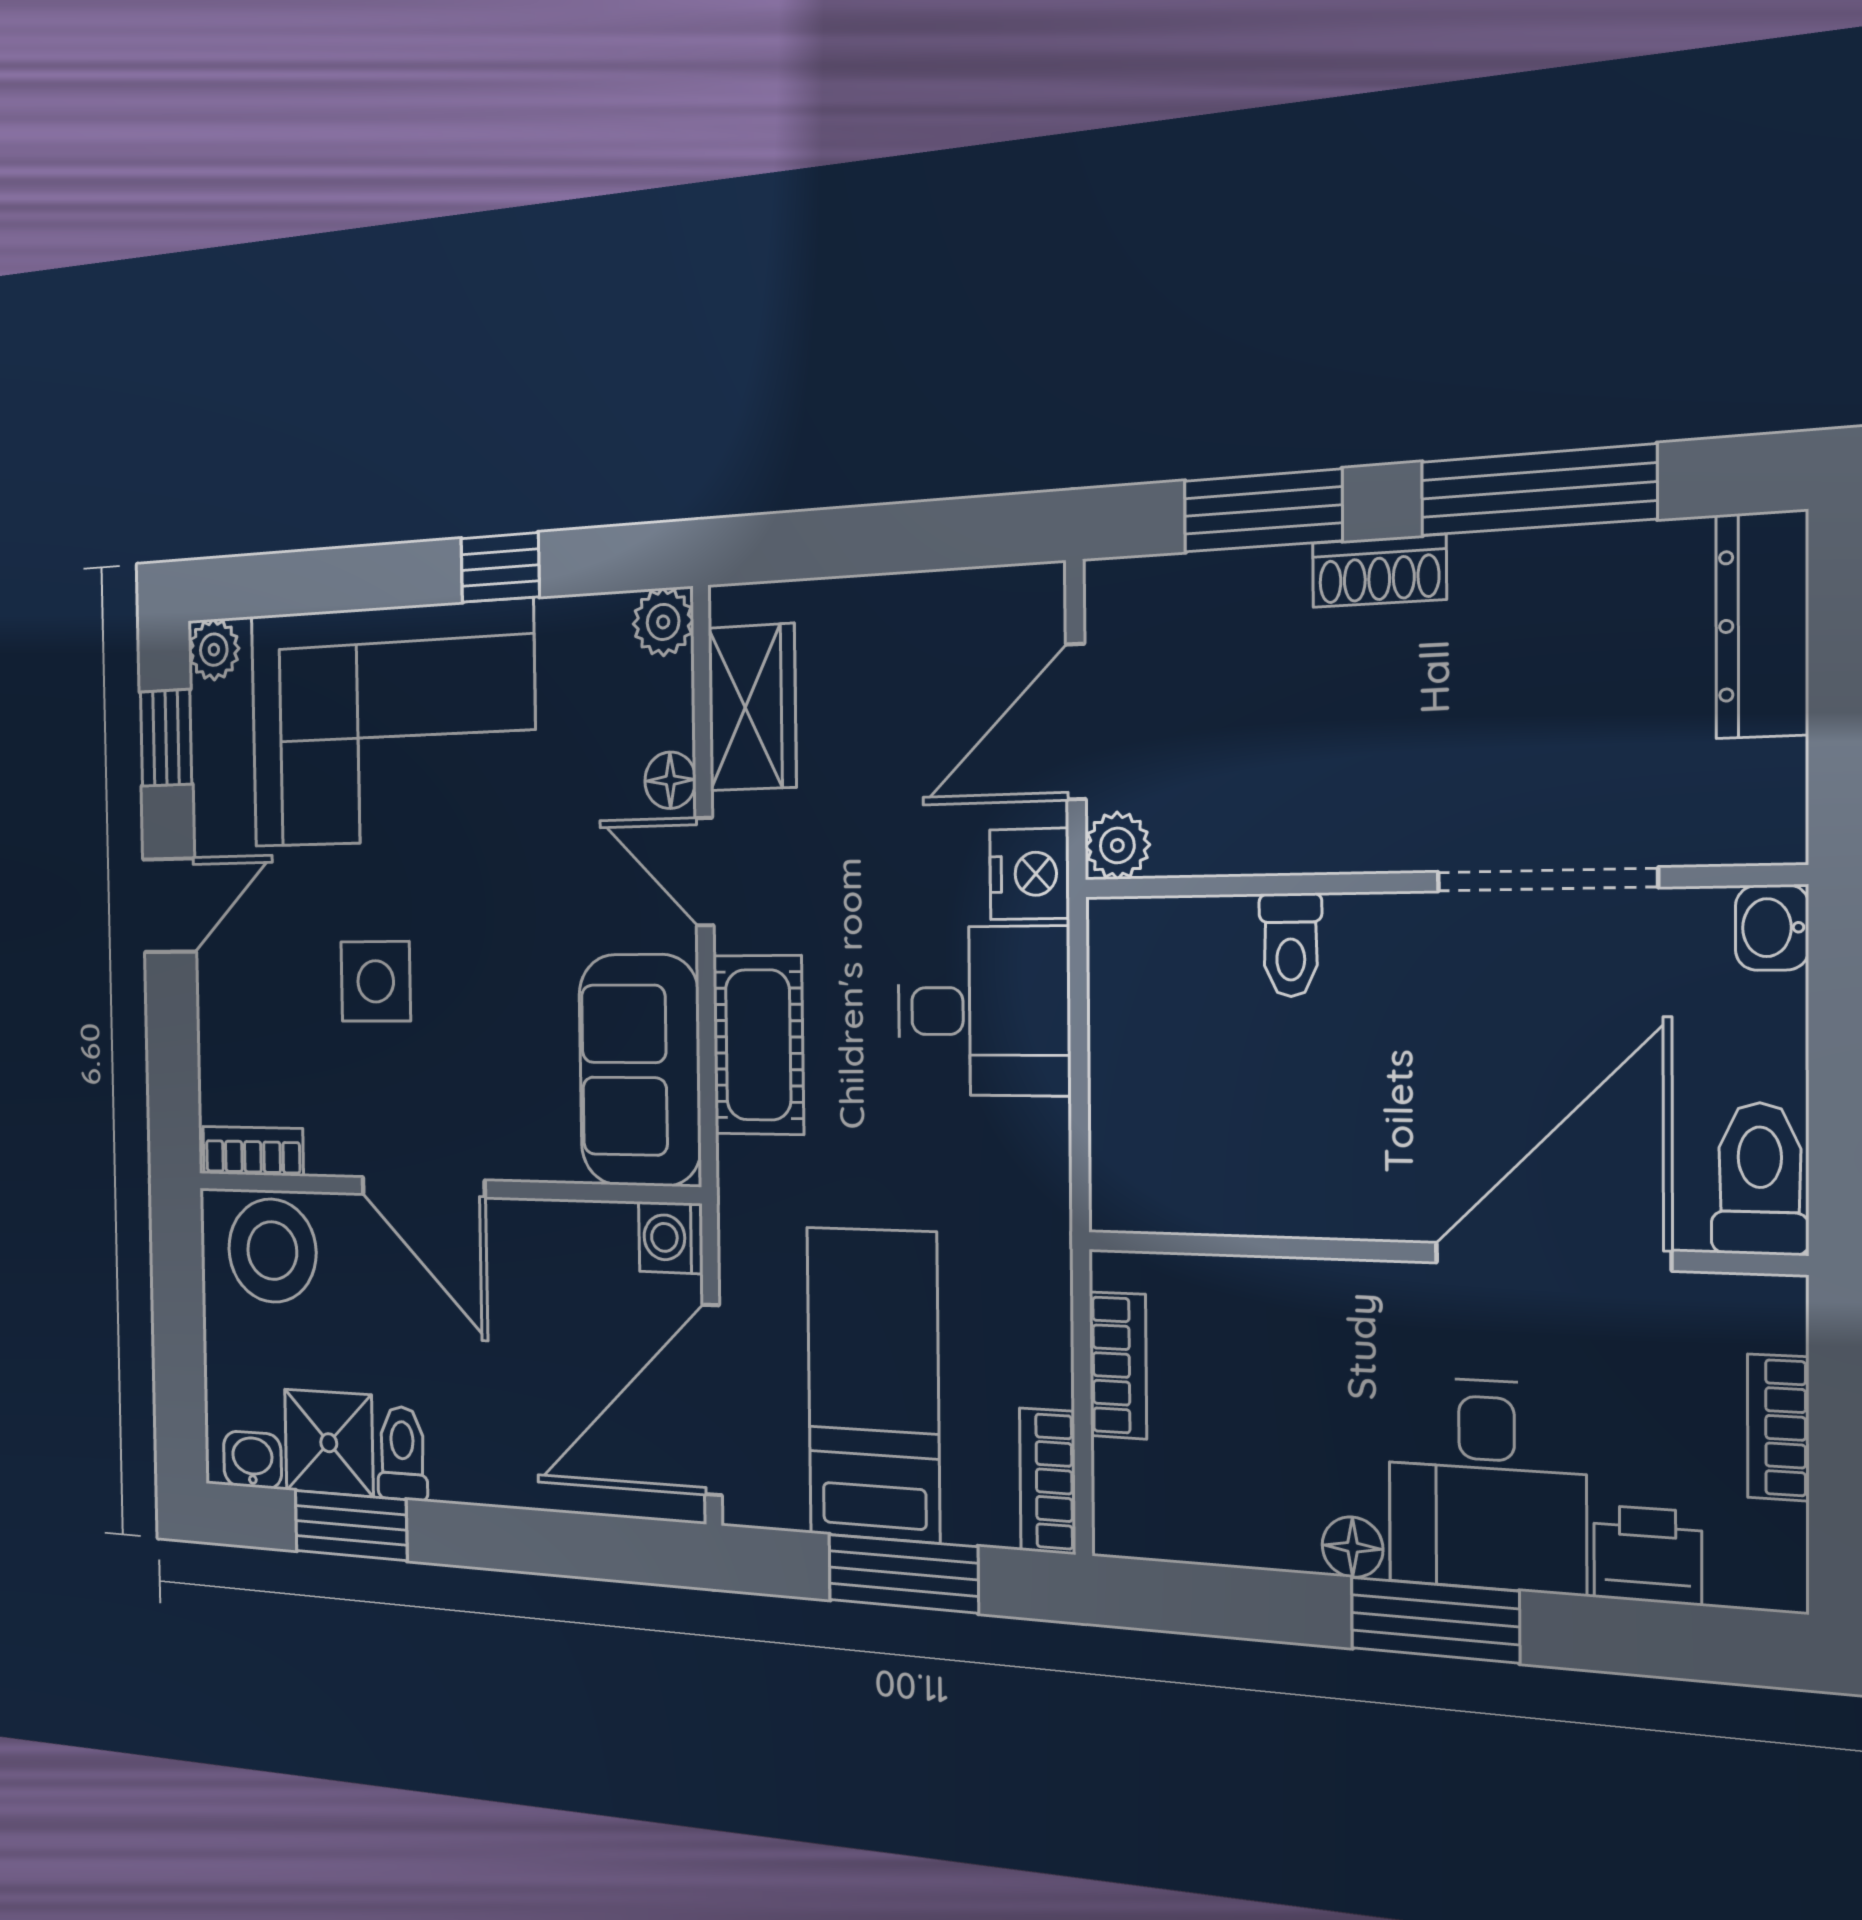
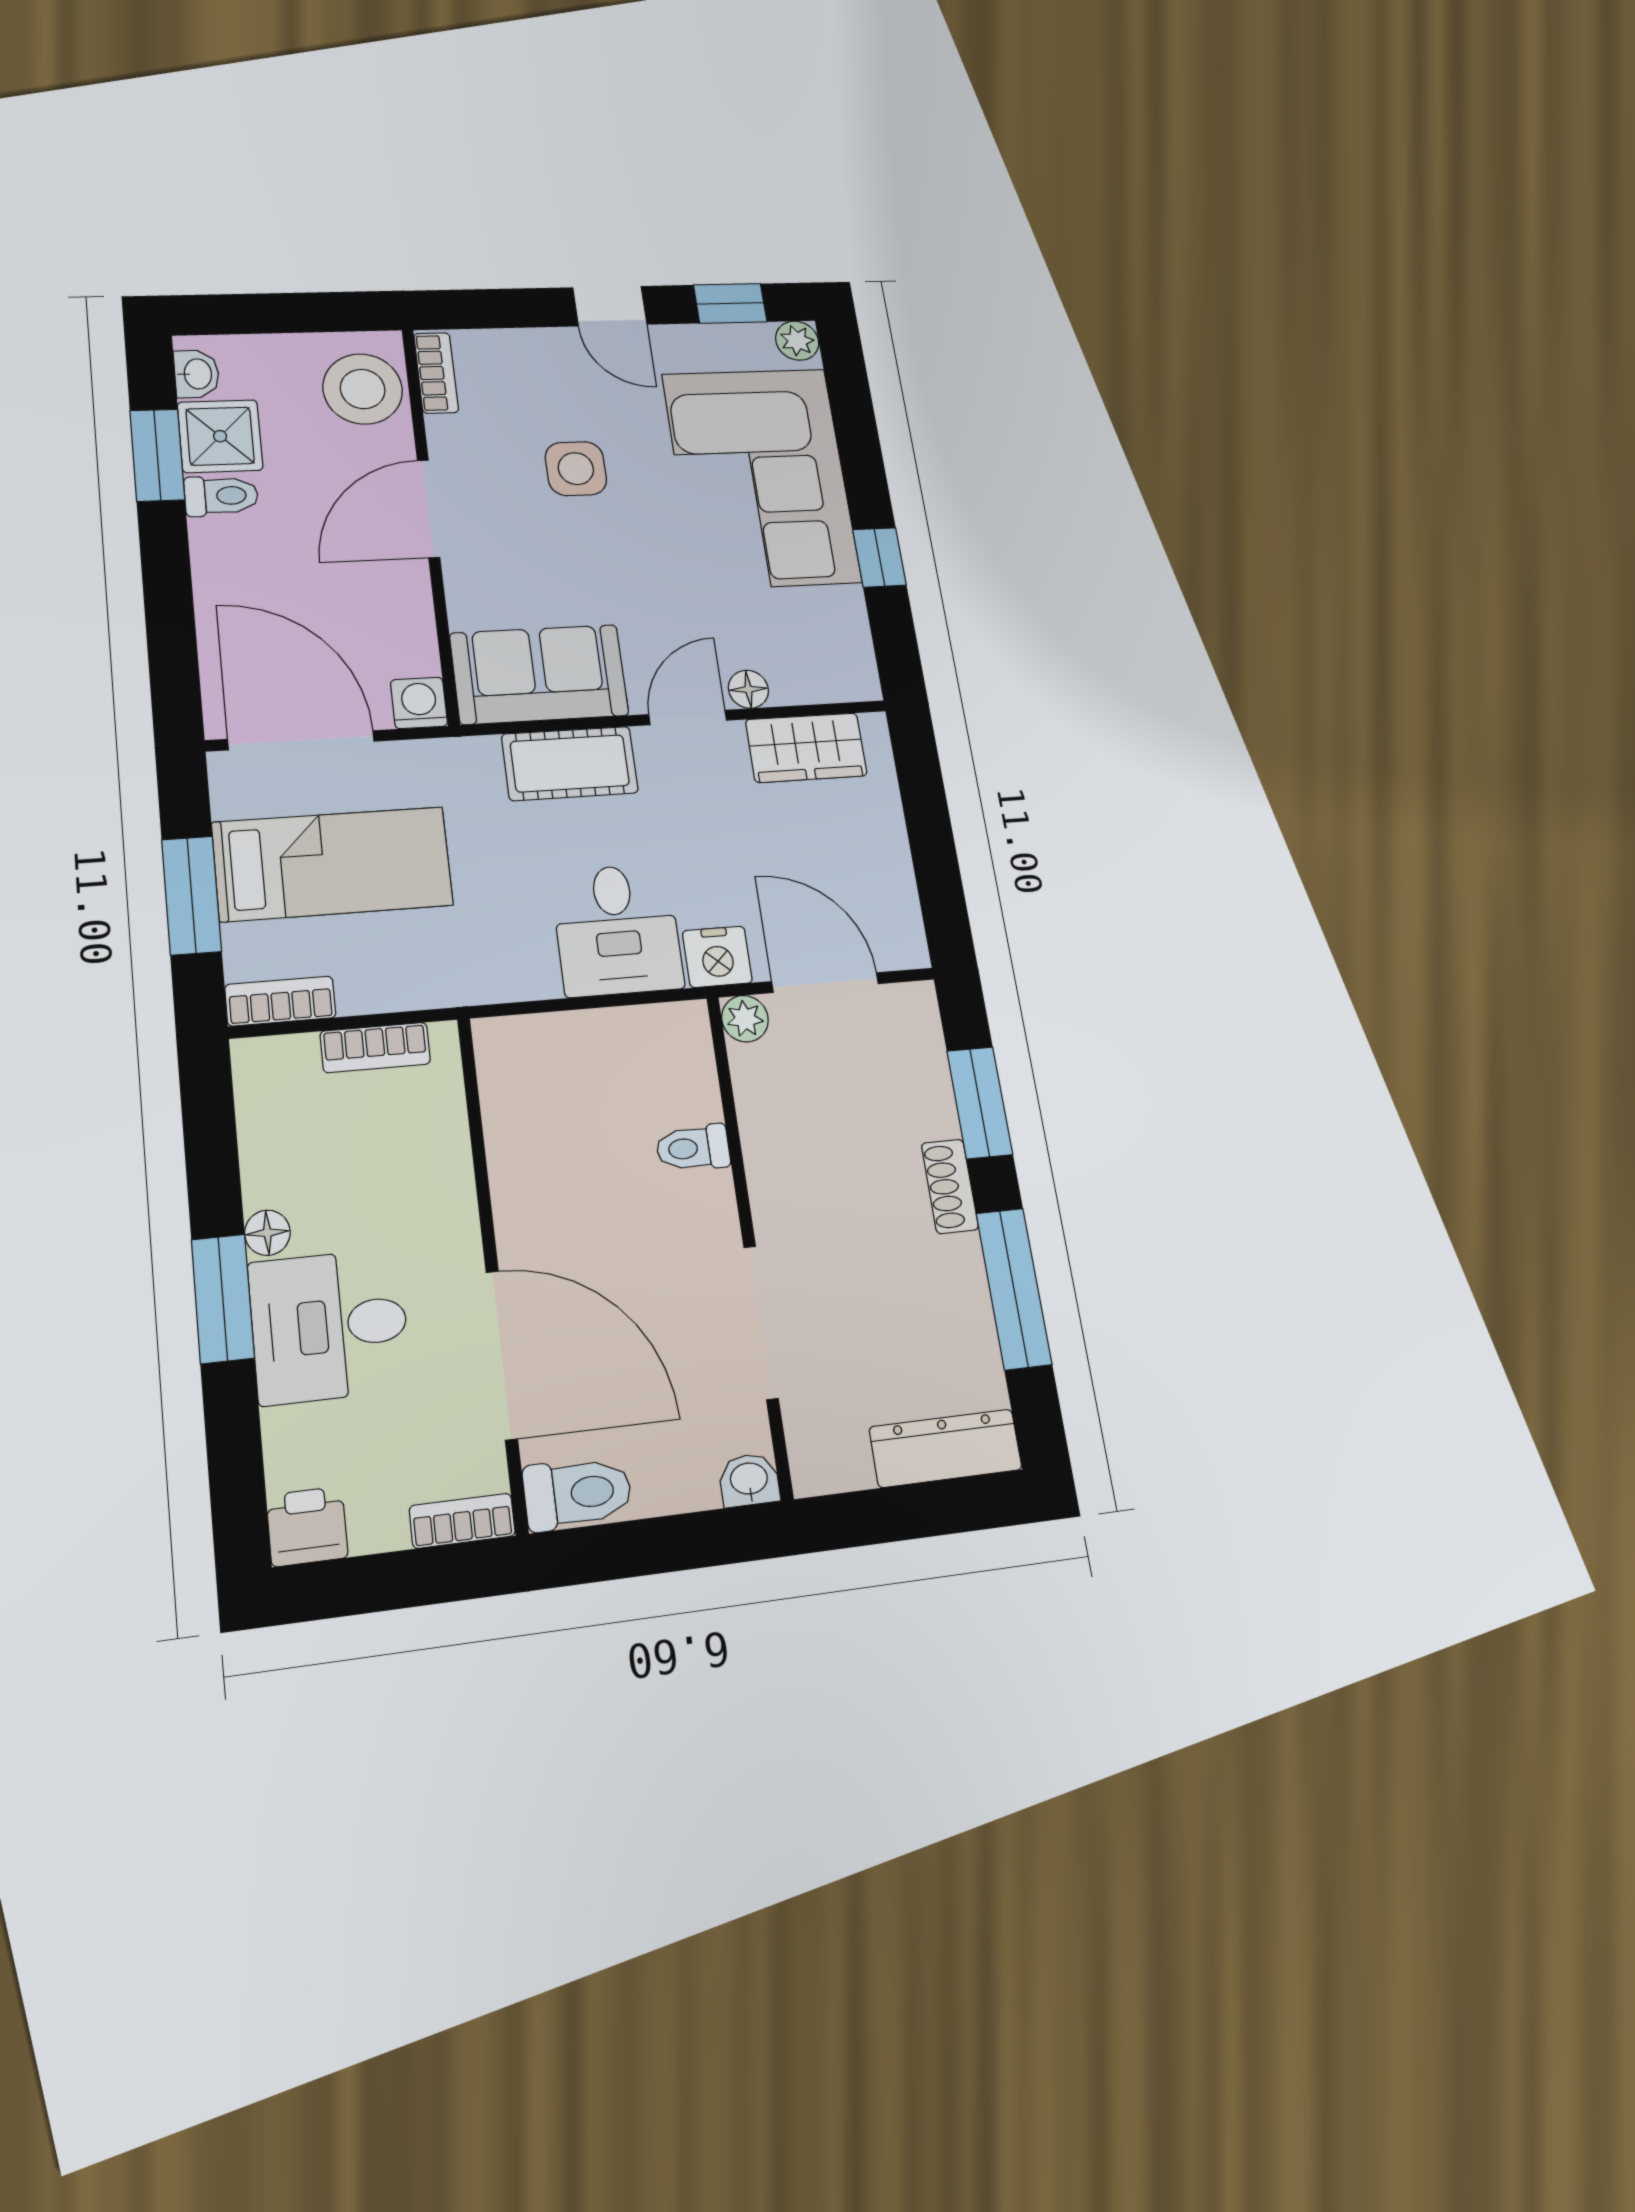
plant: (663, 622) -> (857, 680), removed
bookcase: (1778, 1427) -> (462, 1521), moved
printer: (1648, 1555) -> (307, 1526), moved, turned -90

